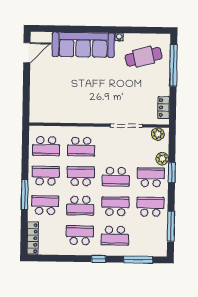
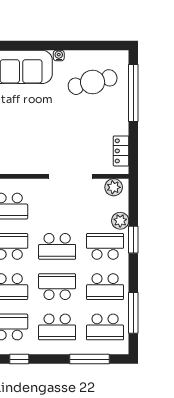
school desk: (150, 207) -> (105, 287), turned 180
school desk: (150, 236) -> (105, 327), added
window: (98, 259) -> (19, 359), moved

